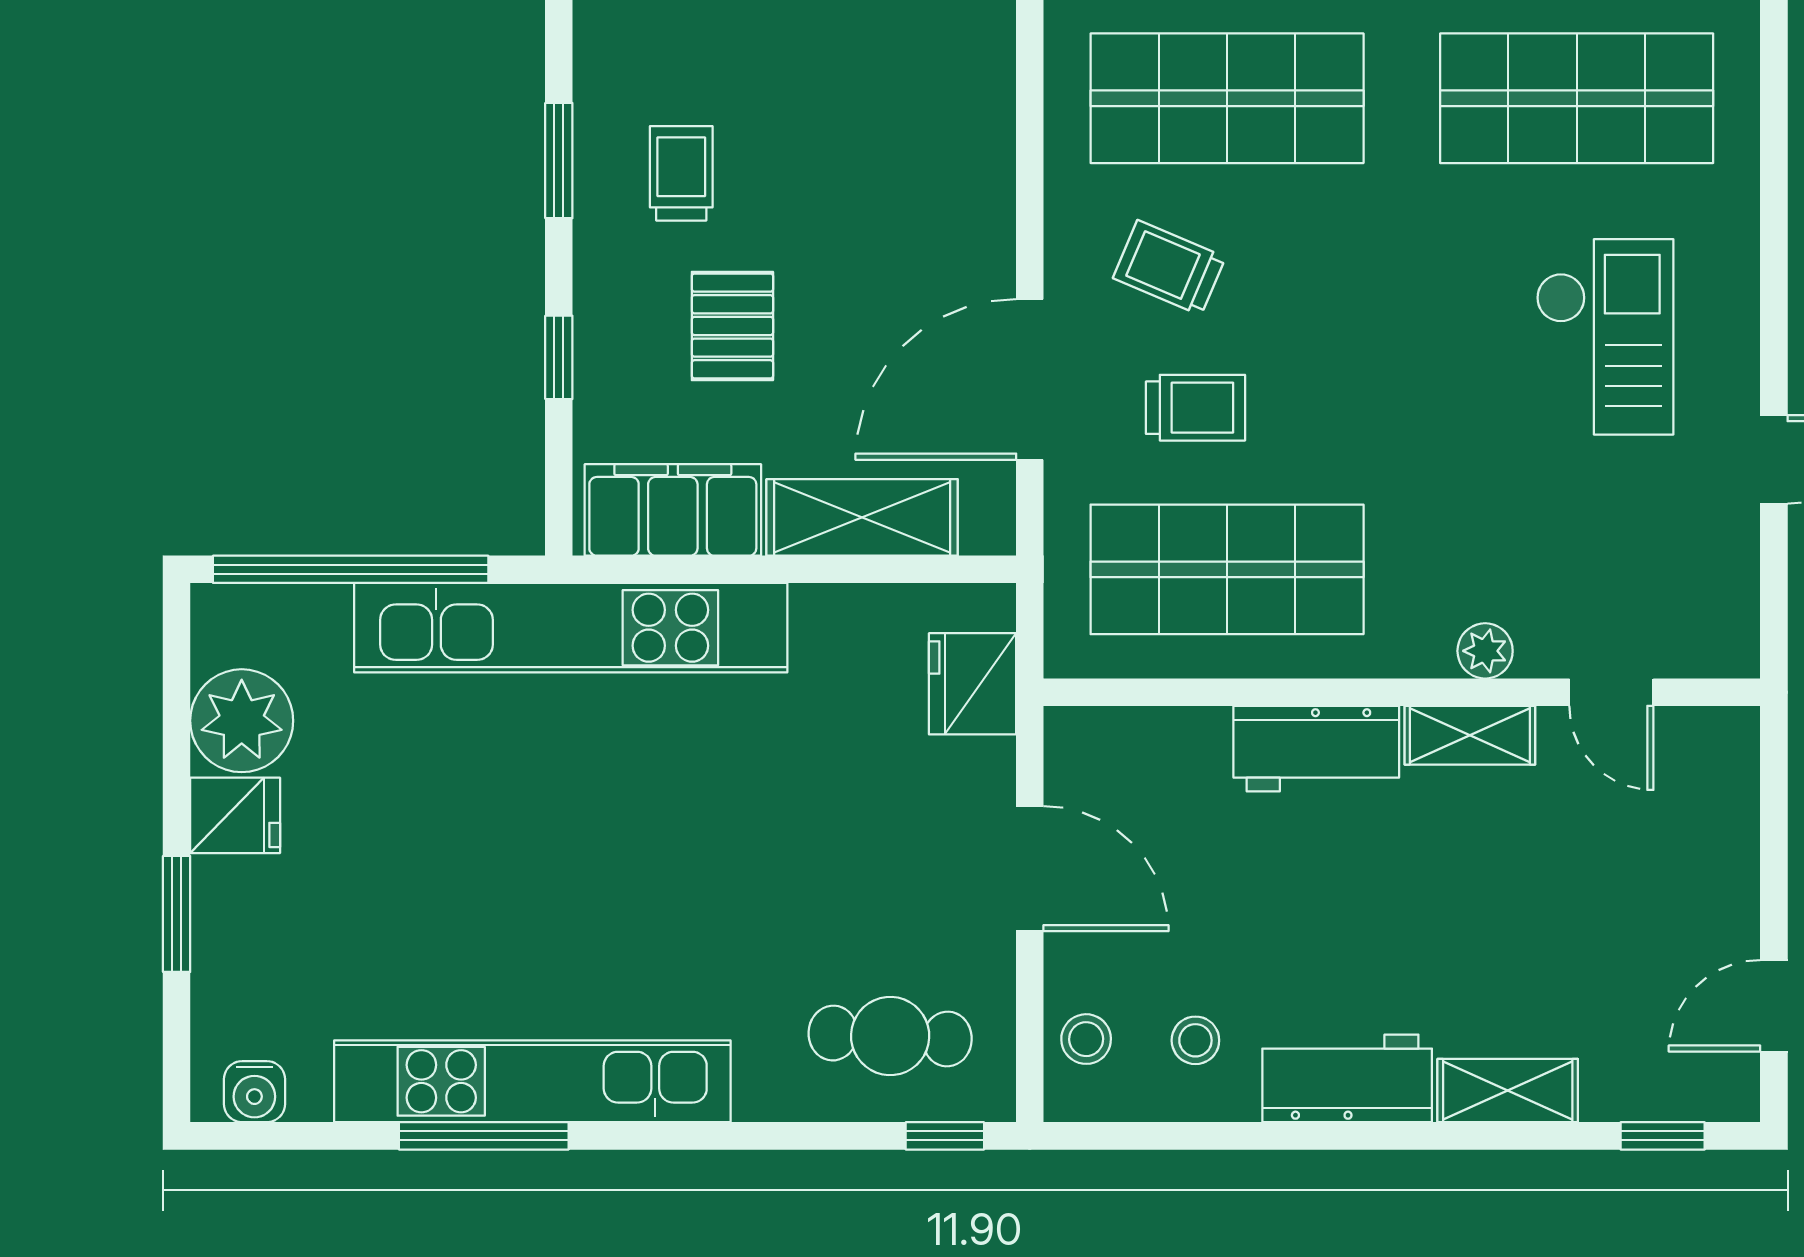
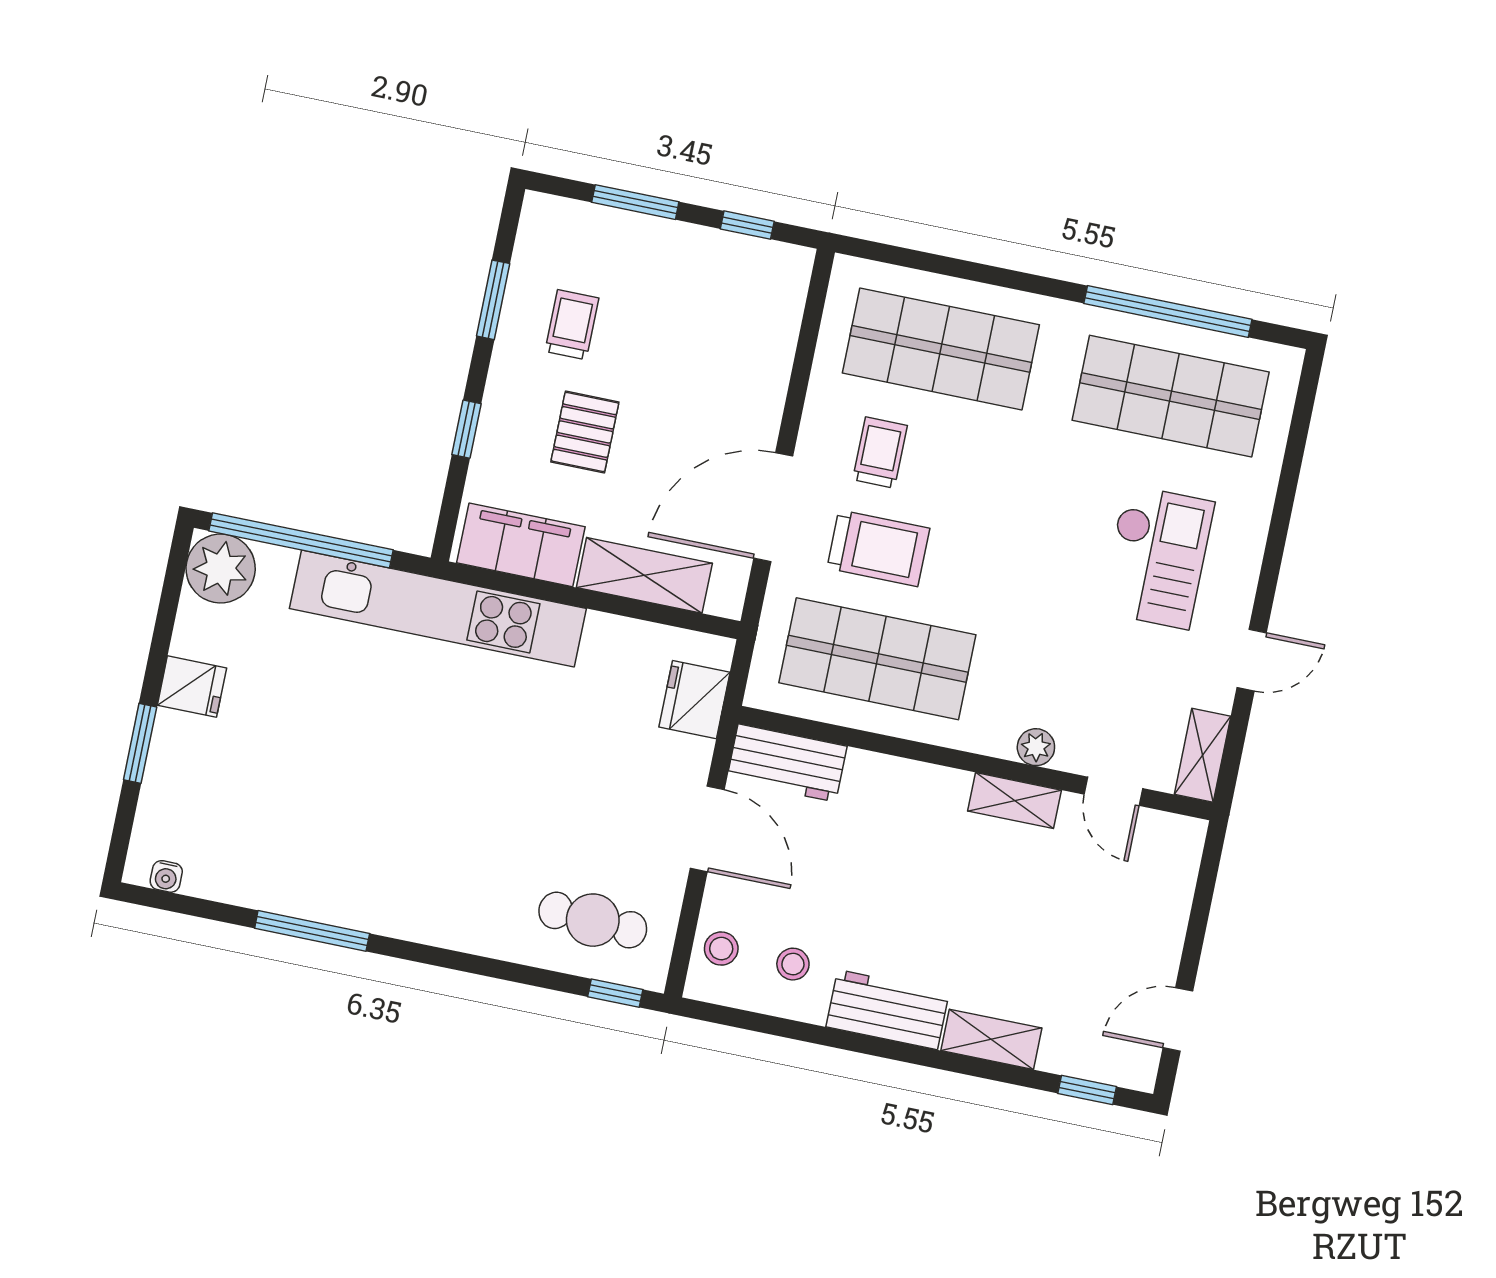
trolley: (1169, 268) -> (880, 453), turned 67
trolley: (1195, 408) -> (878, 548), width x1.36, depth x1.39
shelving: (1731, 613) -> (1203, 755), added
plant: (242, 721) -> (221, 569), moved
workbench: (1316, 749) -> (787, 763), moved
kitchen unit: (532, 1081) -> (351, 902), removed
water cooler: (254, 1092) -> (166, 876), width x0.72, depth x0.72

